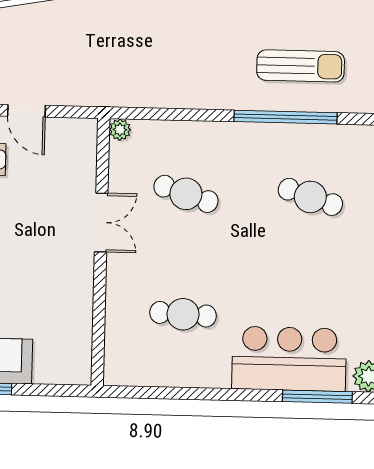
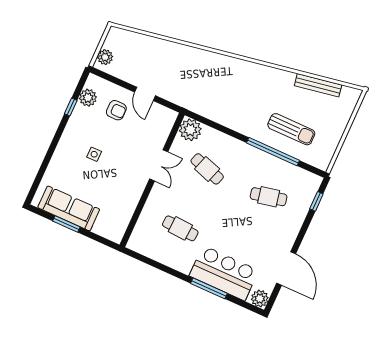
plant: (120, 130) -> (190, 130), width x1.88, depth x1.88
cafe table: (310, 197) -> (269, 197), turned -30
window: (317, 397) -> (209, 288), moved

